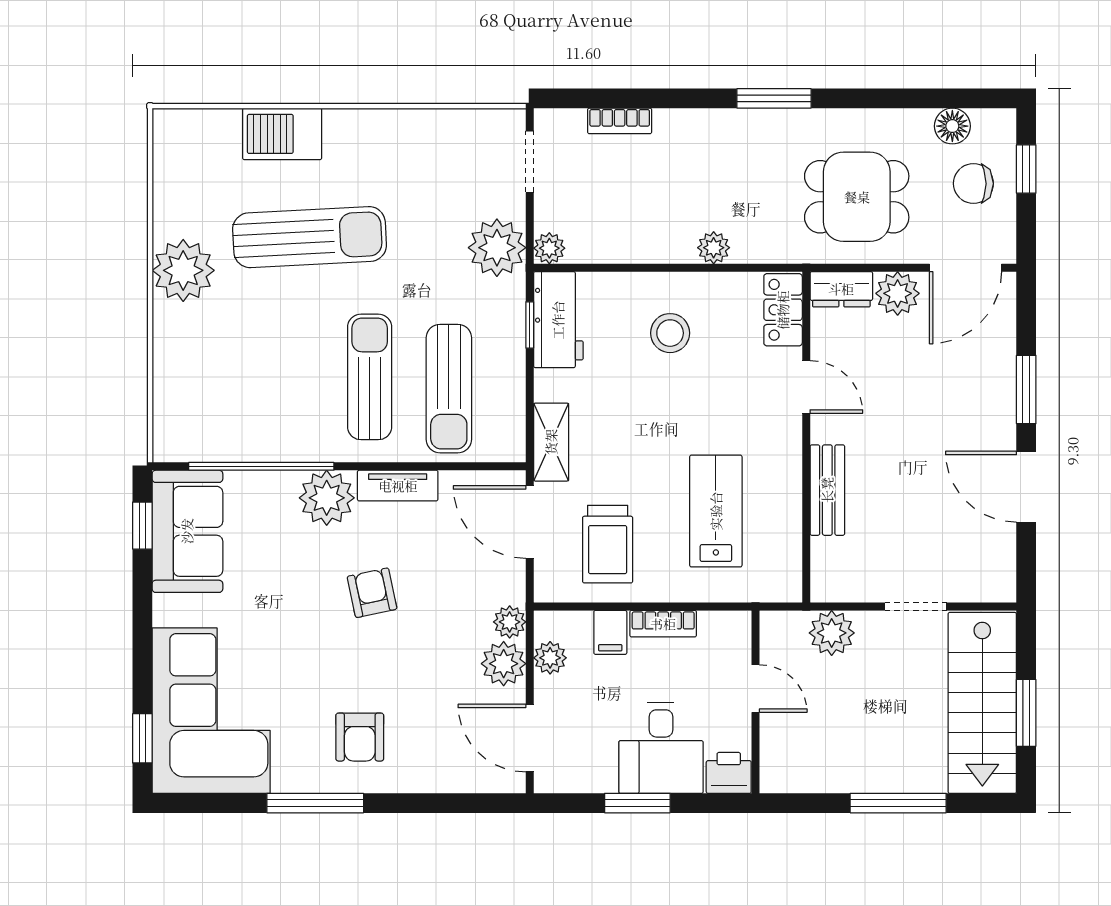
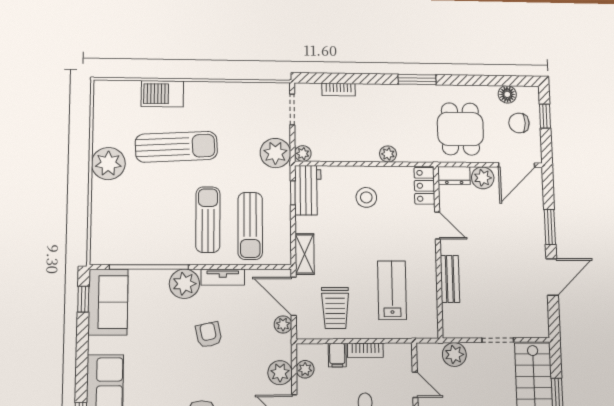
dining table: (857, 197) -> (460, 129), turned 90
door: (1026, 487) -> (552, 277), swing flipped
plant: (510, 622) -> (283, 324), moved

